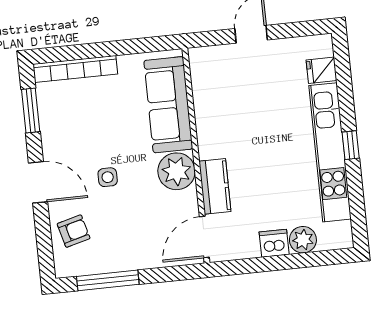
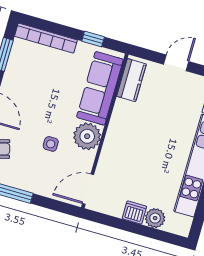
window: (135, 46) -> (93, 39), added
side table: (108, 177) -> (51, 144), moved
kitchen counter: (215, 186) -> (131, 80), moved

